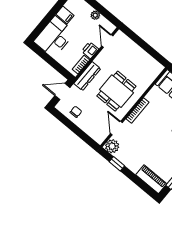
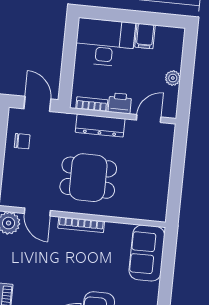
dresser: (87, 76) -> (100, 125), moved
door: (116, 128) -> (37, 212), swing flipped

